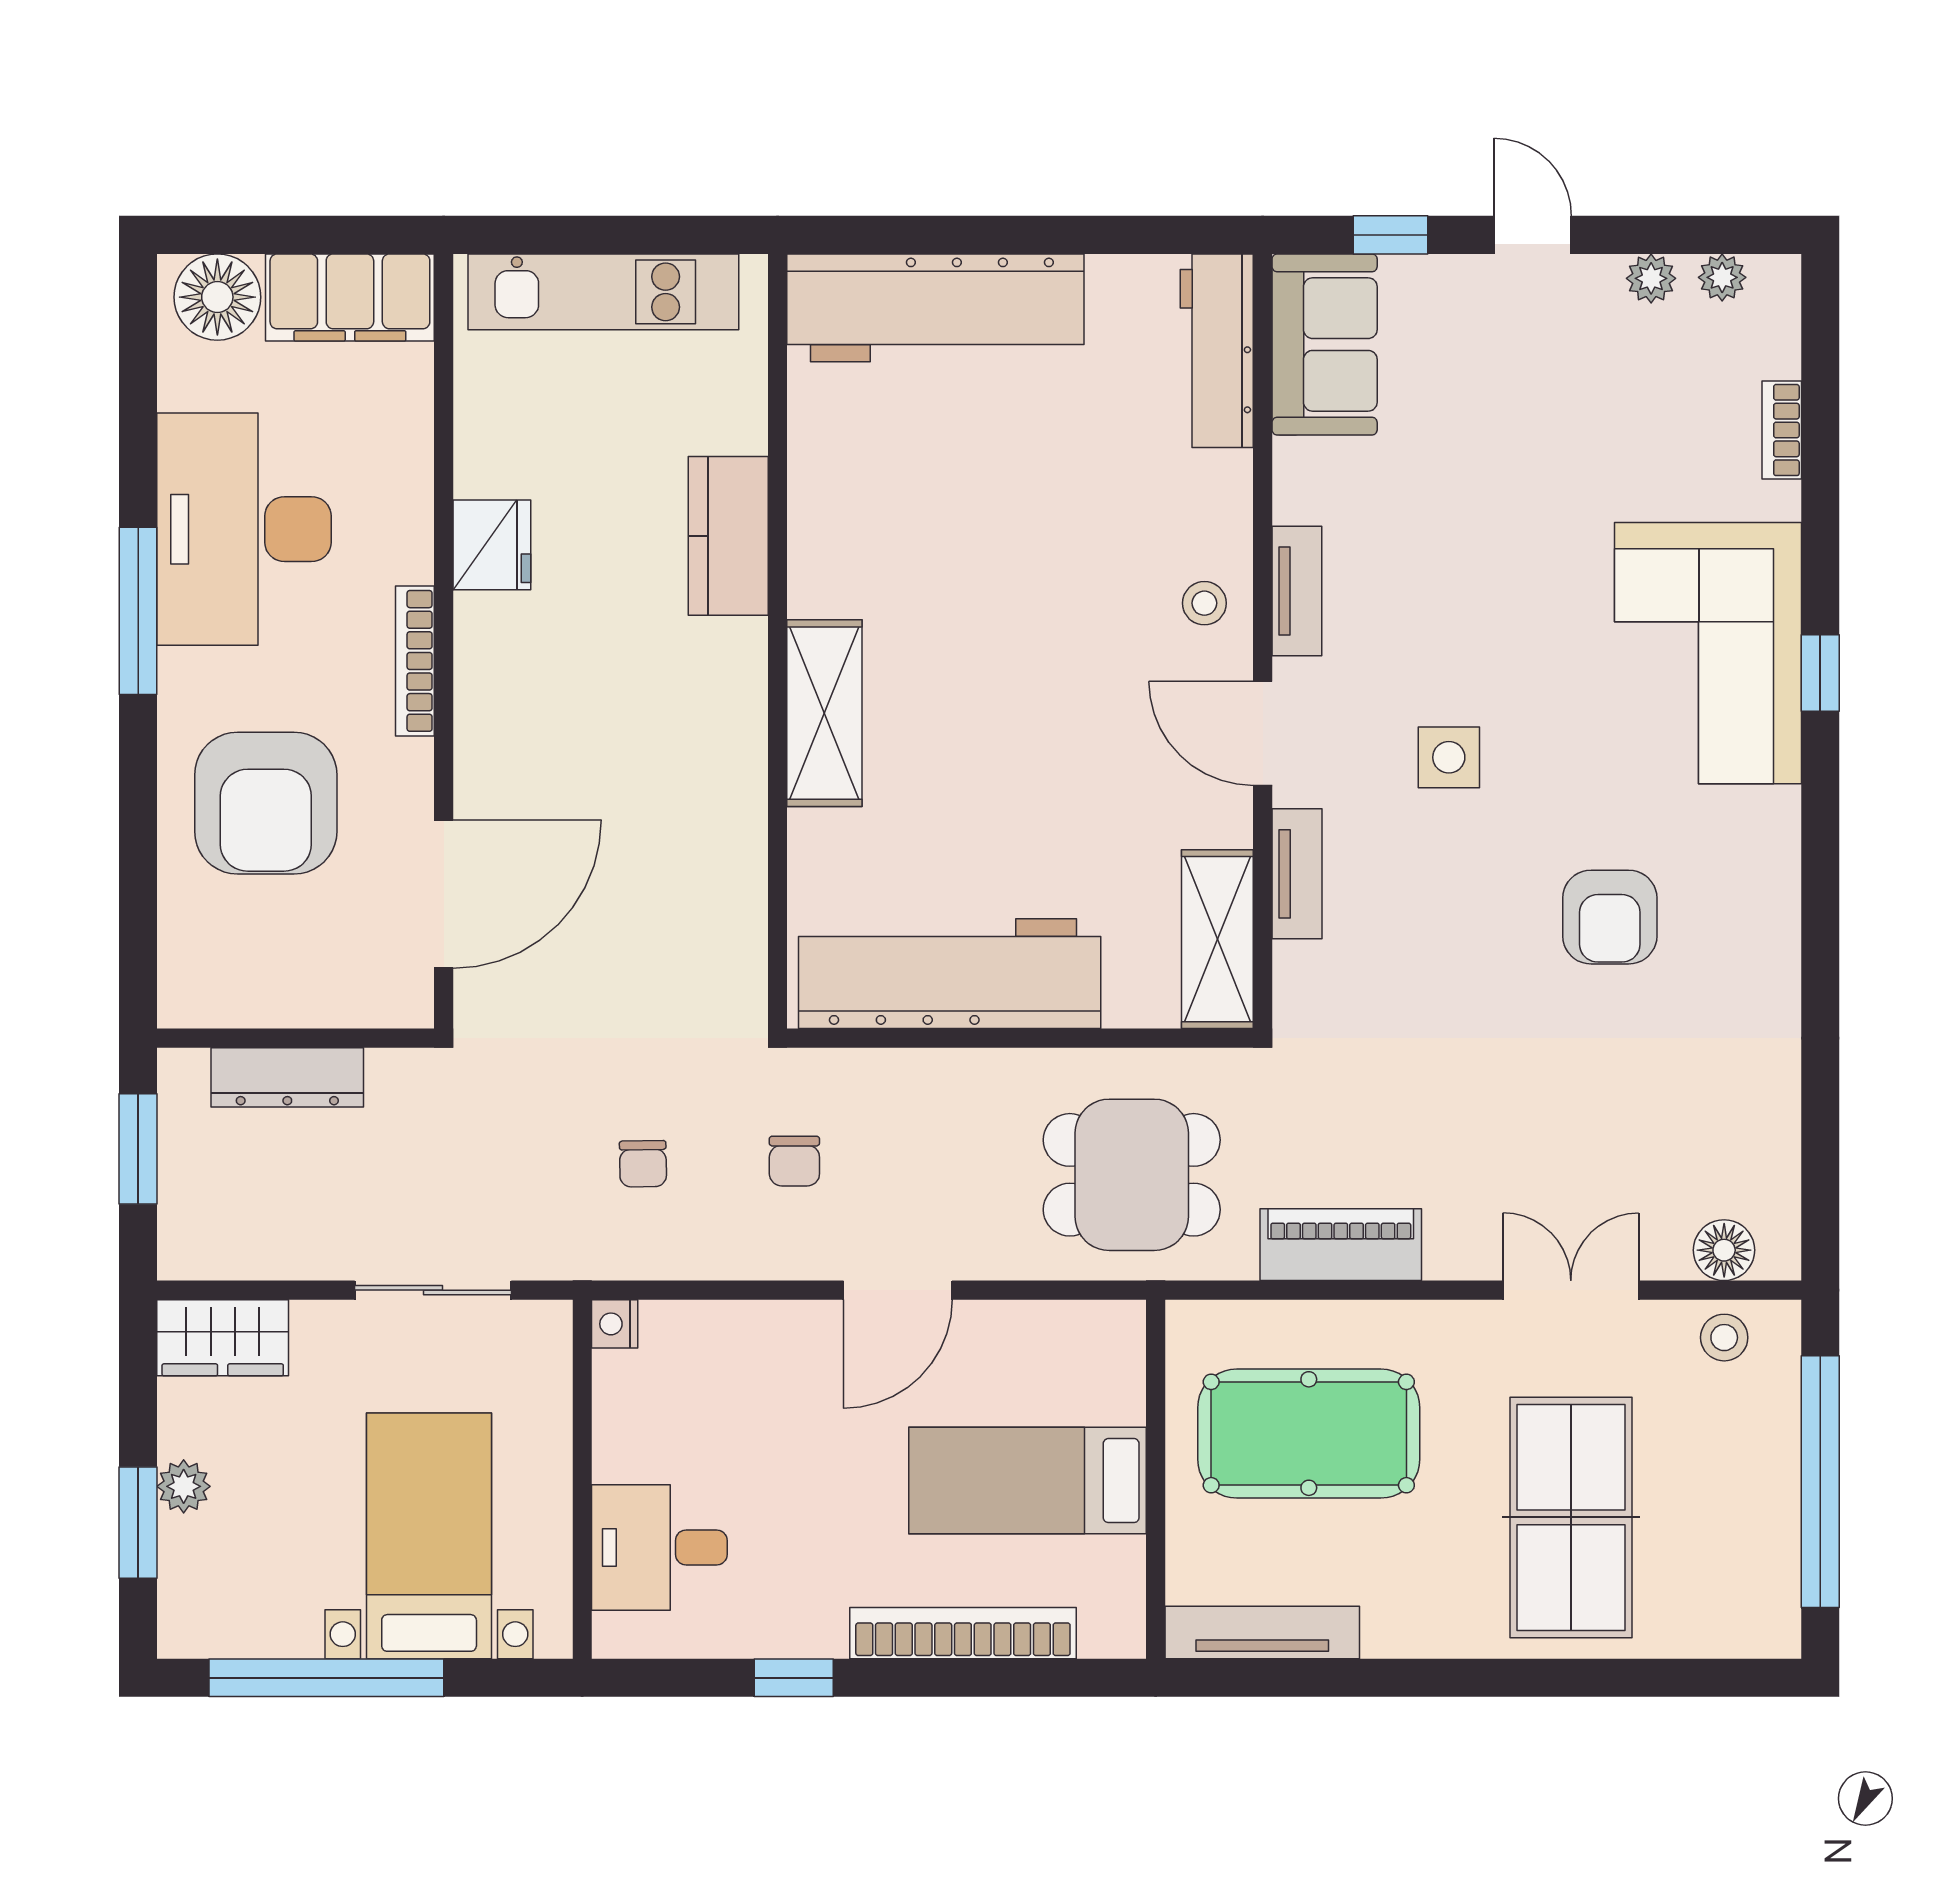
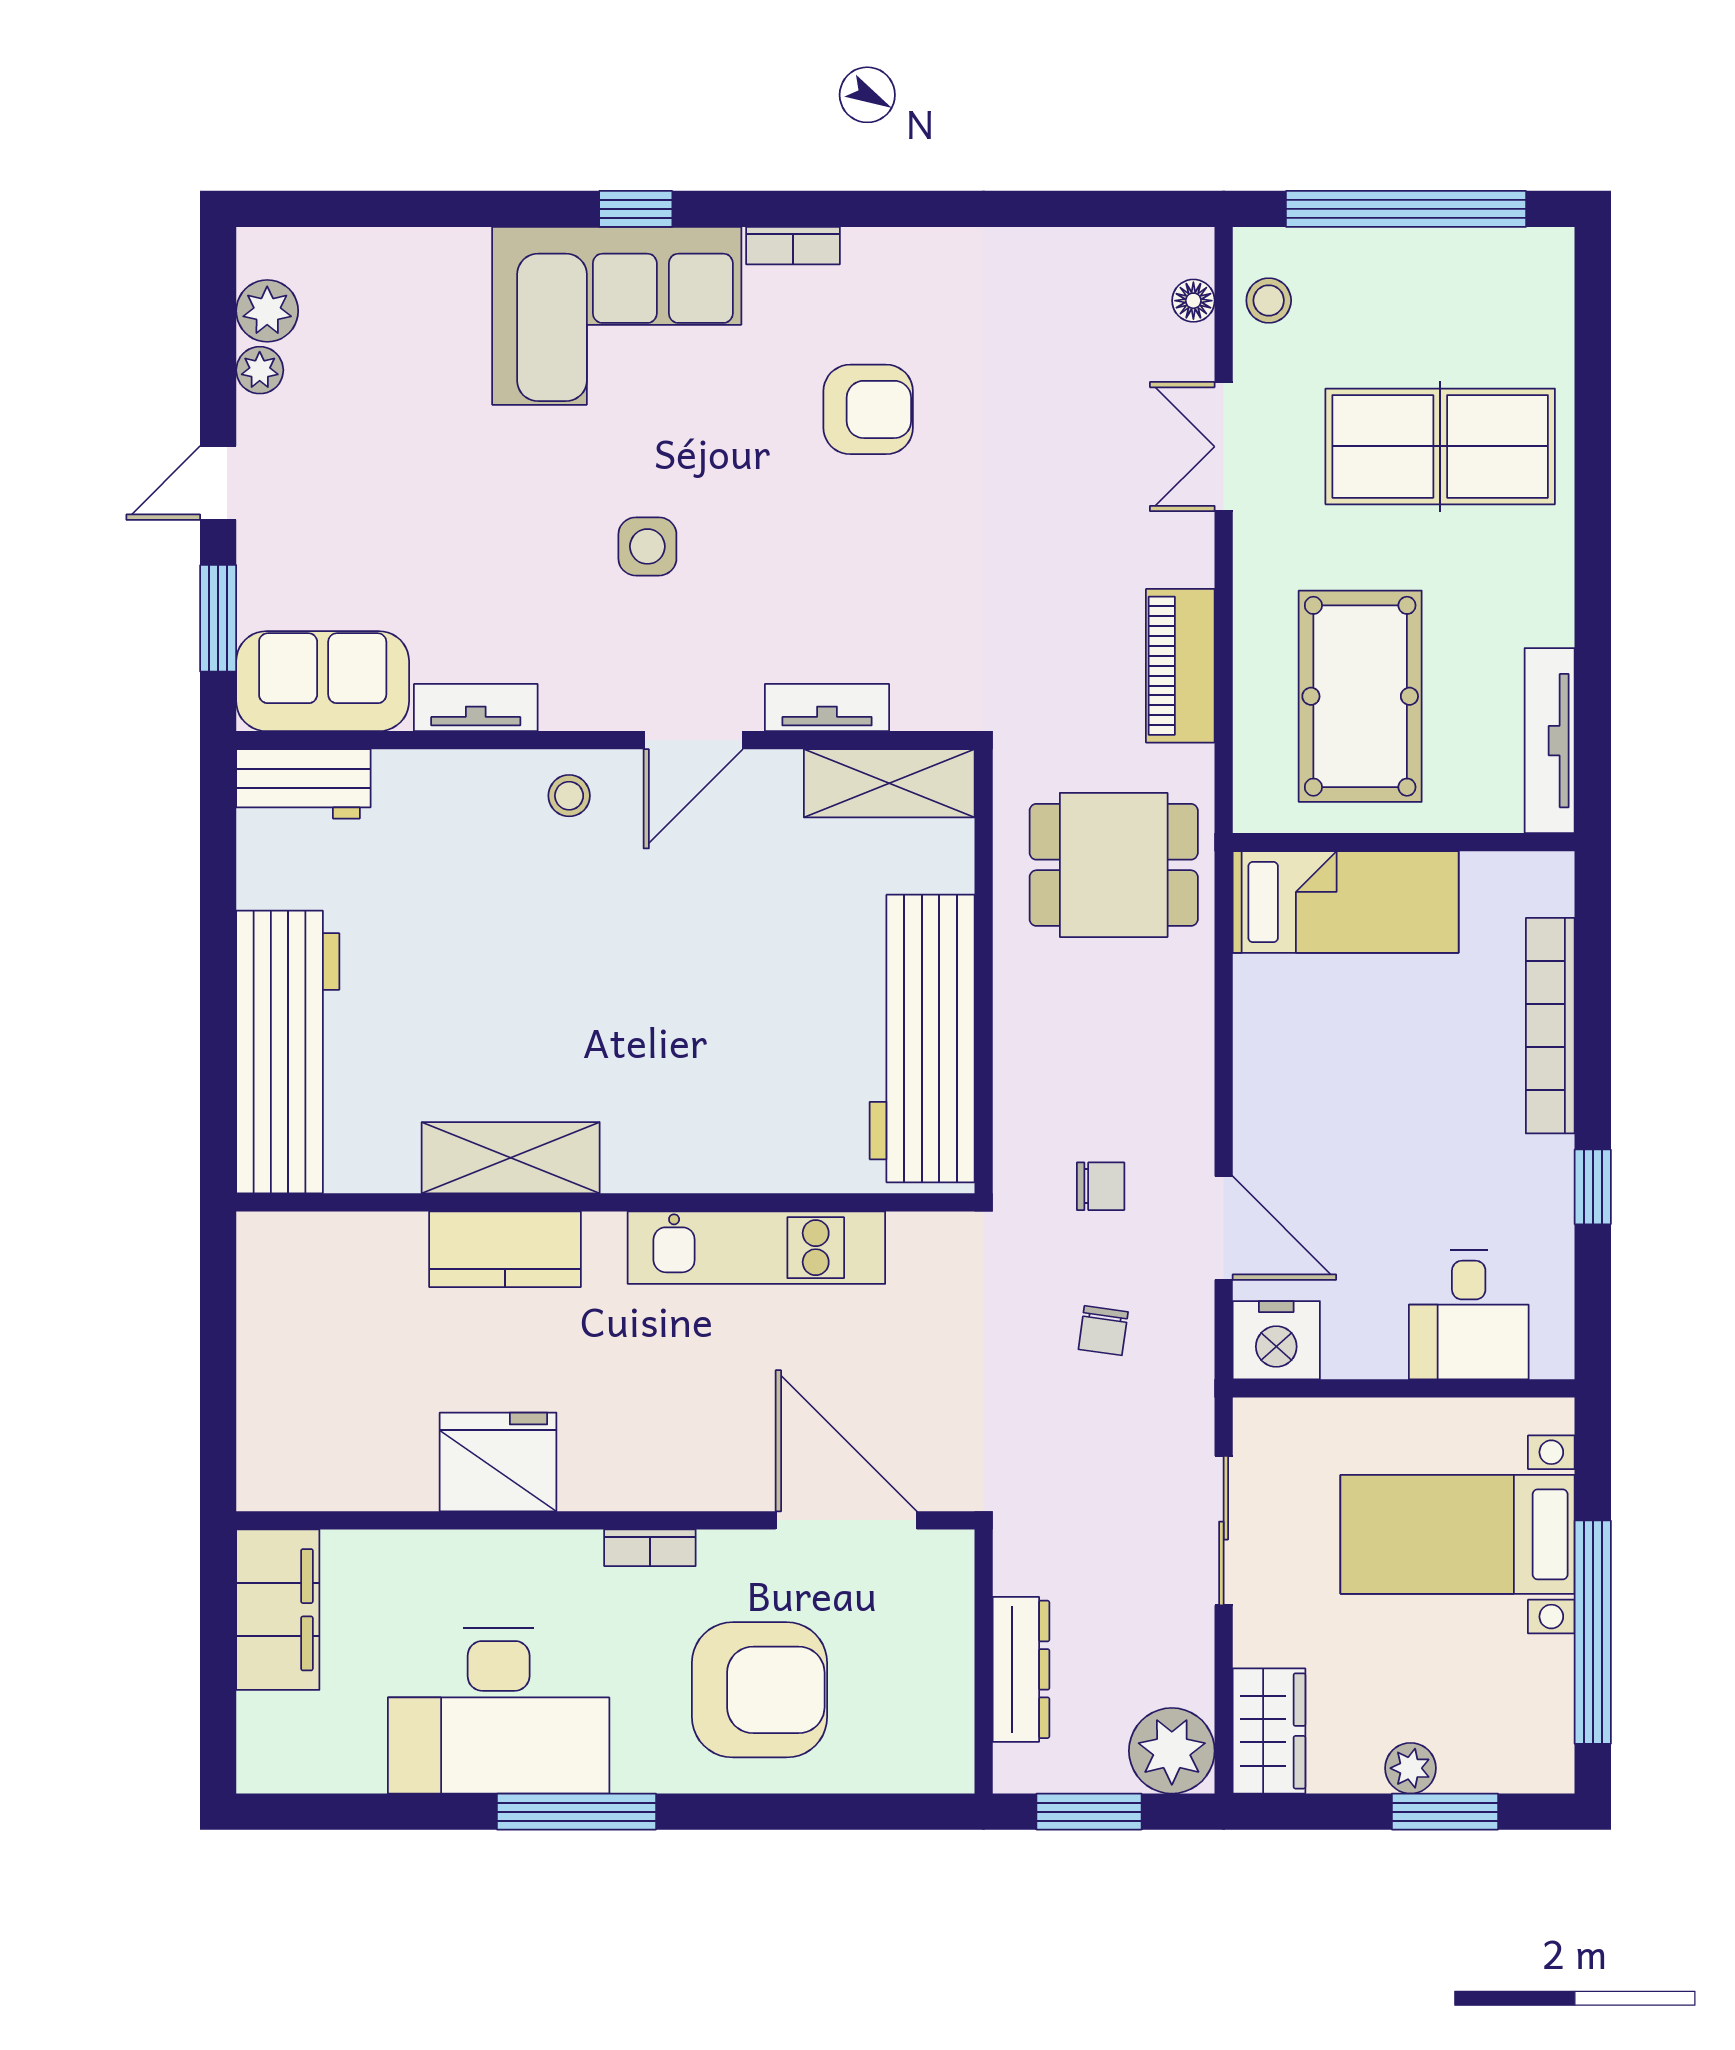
window: (1391, 235) -> (218, 618), width x1.50
plant: (1722, 277) -> (267, 311), width x1.38, depth x1.38
kitchen unit: (603, 292) -> (756, 1248), moved, turned 90
floor lamp: (217, 297) -> (277, 1736), removed
workbench: (1217, 351) -> (303, 784), width x0.73
bookcase: (1782, 430) -> (793, 246), moved
fridge: (492, 545) -> (498, 1462), width x1.36, depth x1.34
tv unit: (1297, 591) -> (476, 708), moved
bookcase: (415, 661) -> (650, 1548), width x0.64
shelving: (824, 713) -> (511, 1158), moved
side table: (1449, 757) -> (647, 546), moved
chair: (643, 1164) -> (1103, 1331), turned 99
dining table: (1132, 1175) -> (1114, 865), turned 90
plant: (202, 1236) -> (1172, 1751), added
floor lamp: (1724, 1250) -> (1193, 301), width x0.73, depth x0.73
door: (898, 1290) -> (1224, 1228), moved
nightstand: (615, 1324) -> (1276, 1340), width x1.89, depth x1.79
bed: (1028, 1481) -> (1346, 902), moved, turned -90

